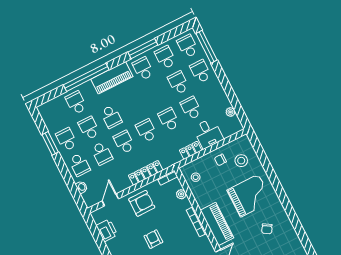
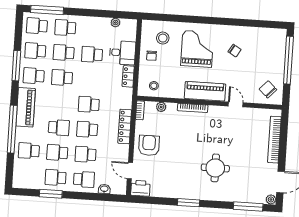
school desk: (169, 119) -> (62, 78), moved
school desk: (102, 153) -> (86, 154), turned 180
printer: (107, 230) -> (140, 188), moved
armchair: (153, 239) -> (186, 154), removed

